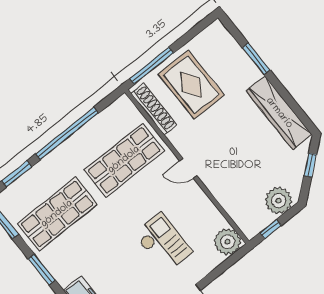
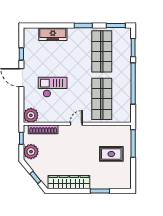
rug: (191, 85) -> (111, 154), width x0.73, depth x0.70
shoe rack: (154, 109) -> (43, 129), moved
checkout: (163, 243) -> (53, 87), turned 180

